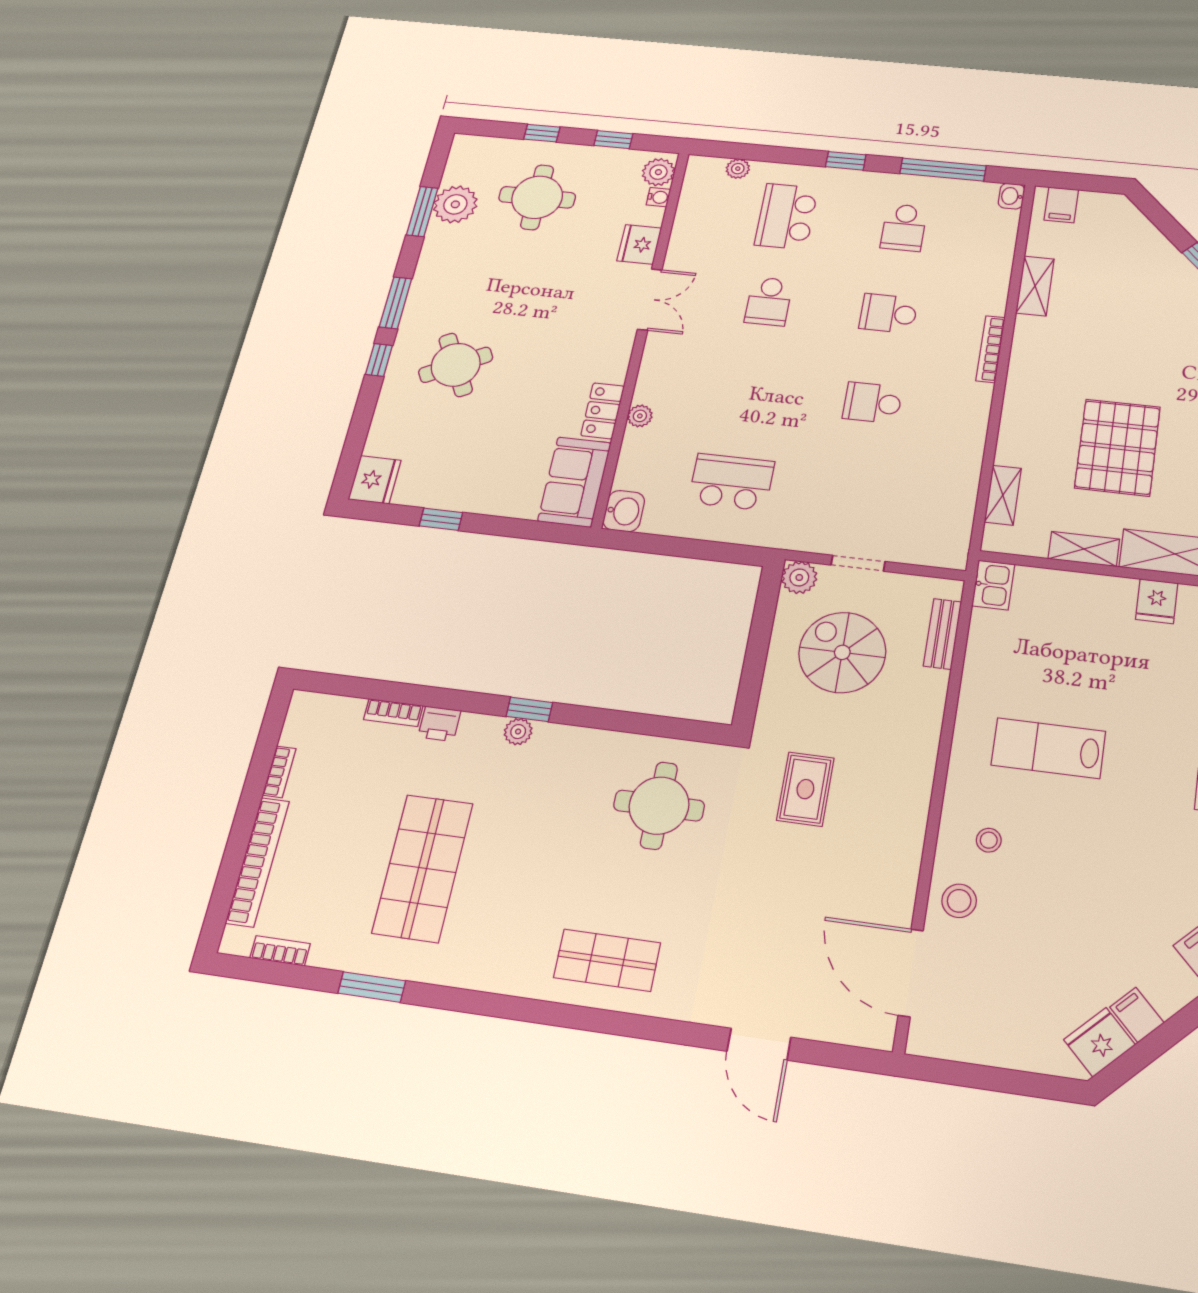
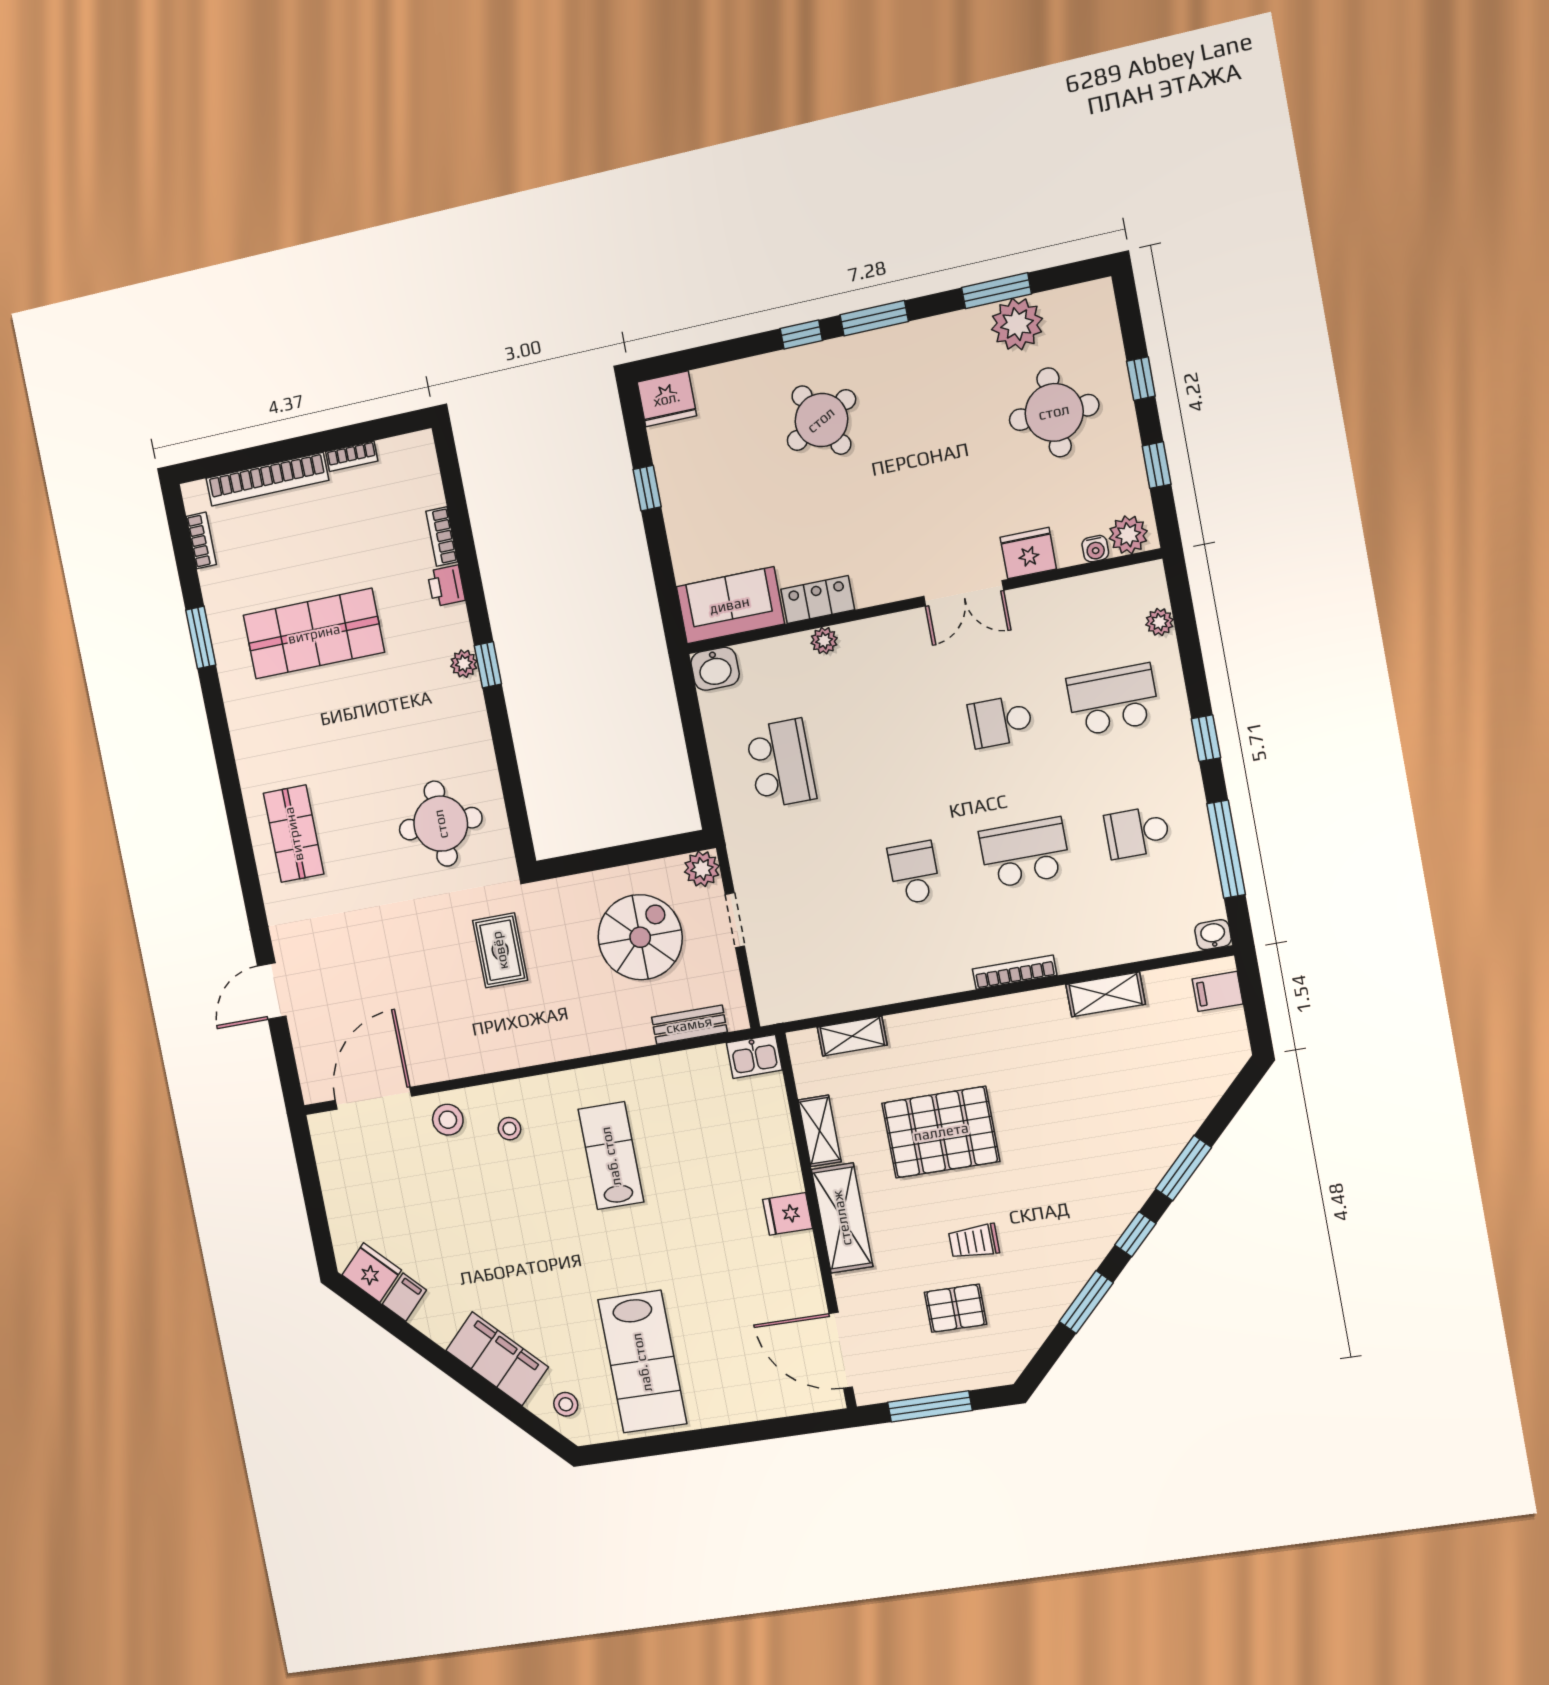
school desk: (888, 313) -> (1025, 853), width x1.85
rug: (805, 789) -> (500, 950), turned 90

